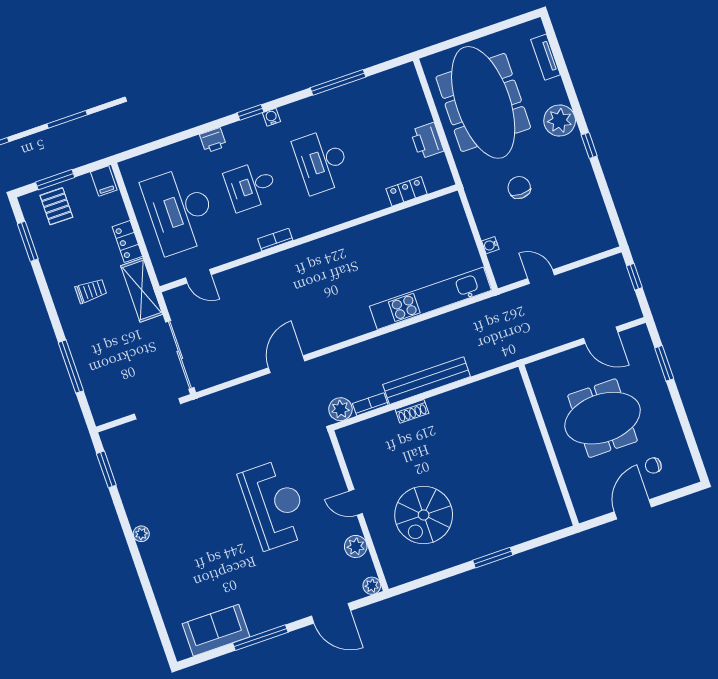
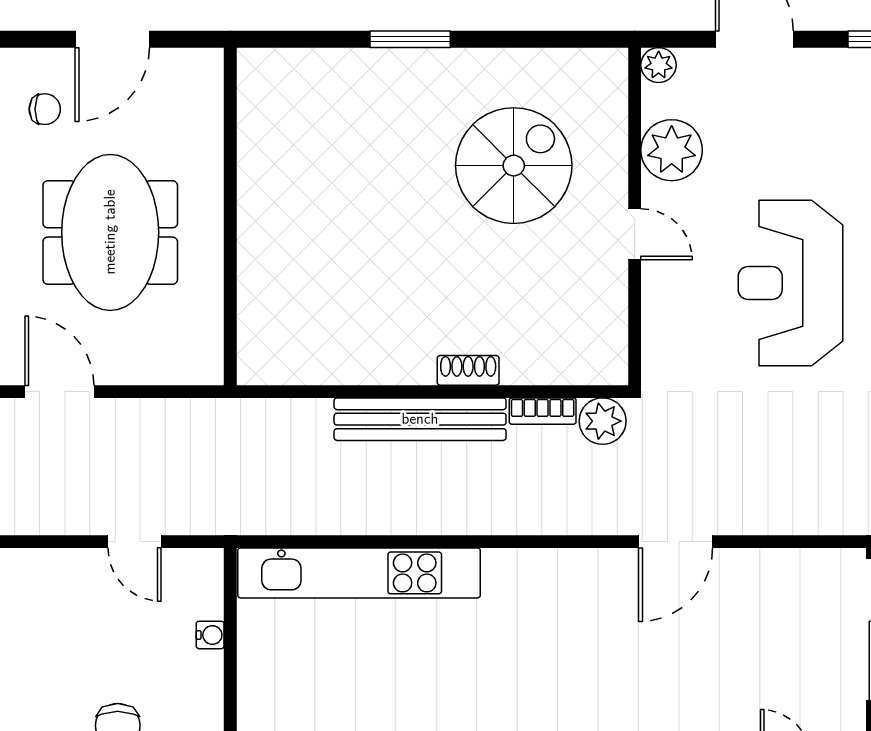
meeting table: (603, 418) -> (110, 232), turned 90
plant: (356, 546) -> (672, 150), width x1.36, depth x1.36

